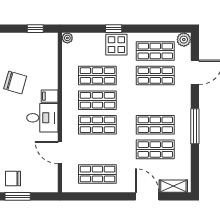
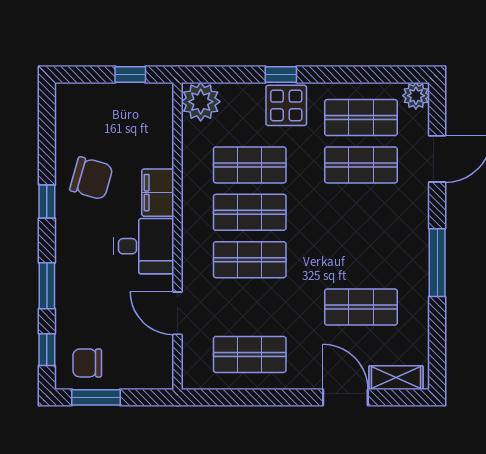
plant: (67, 38) -> (201, 102), width x1.87, depth x1.87
filing cabinet: (50, 96) -> (158, 193), width x2.00
shop shelf: (155, 125) -> (361, 260), removed

